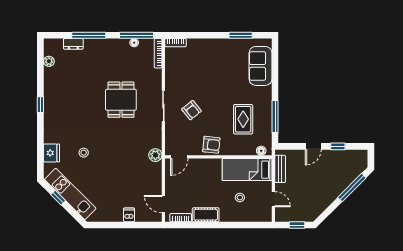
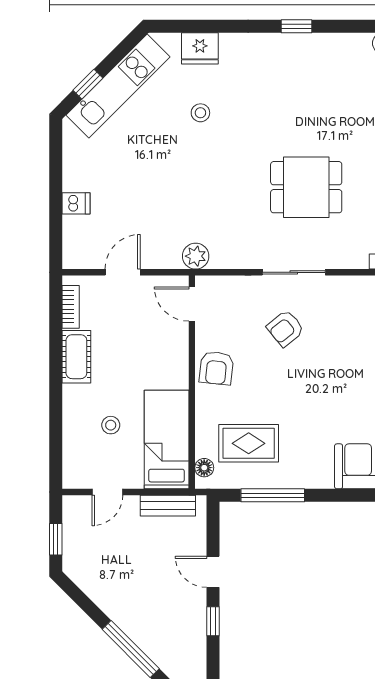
rug: (243, 119) -> (249, 443), moved
window: (58, 198) -> (88, 84), moved
door: (163, 204) -> (123, 272), moved

